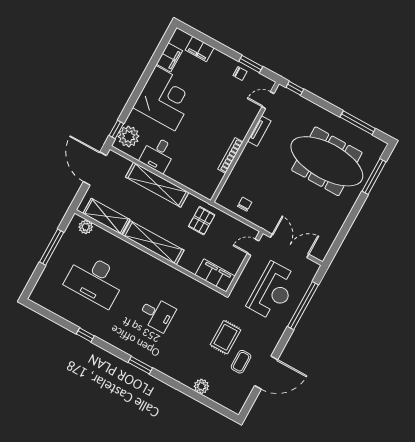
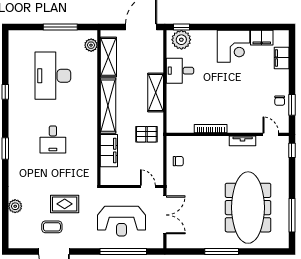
corner desk: (165, 98) -> (233, 46), width x0.74, depth x0.74
window: (374, 176) -> (222, 252), moved
shelving: (157, 185) -> (156, 92), width x0.68
filing cabinet: (215, 276) -> (109, 151), moved

